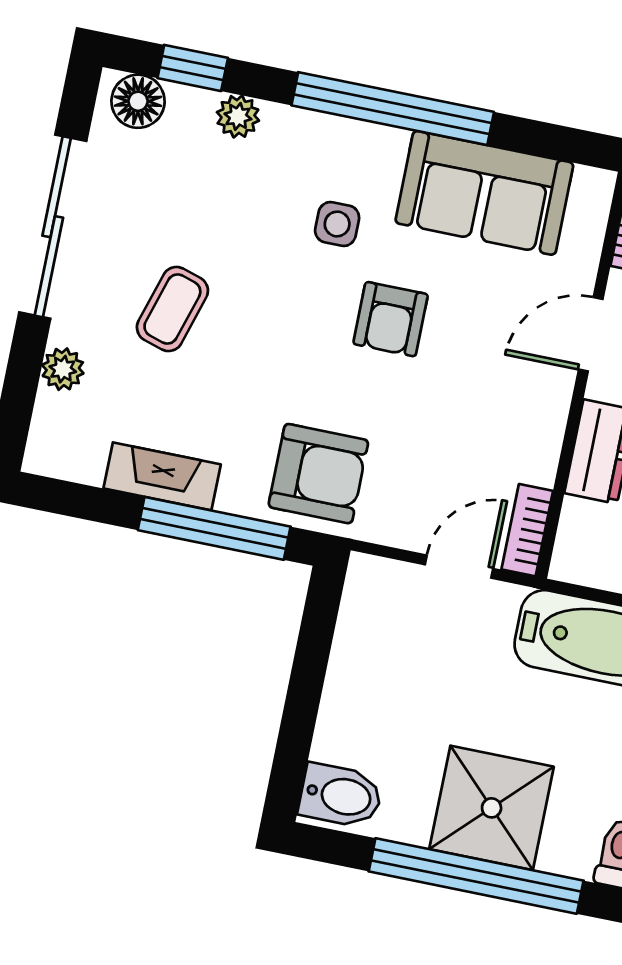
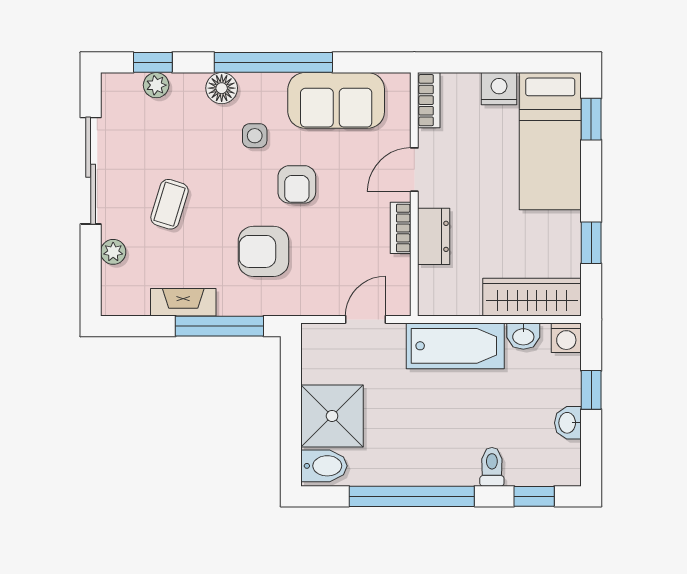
floor lamp: (138, 101) -> (222, 88), moved
plant: (238, 116) -> (156, 85), moved
armchair: (318, 474) -> (263, 251), moved, turned 180
bookcase: (527, 530) -> (401, 228), moved
shower: (492, 808) -> (332, 416), moved

